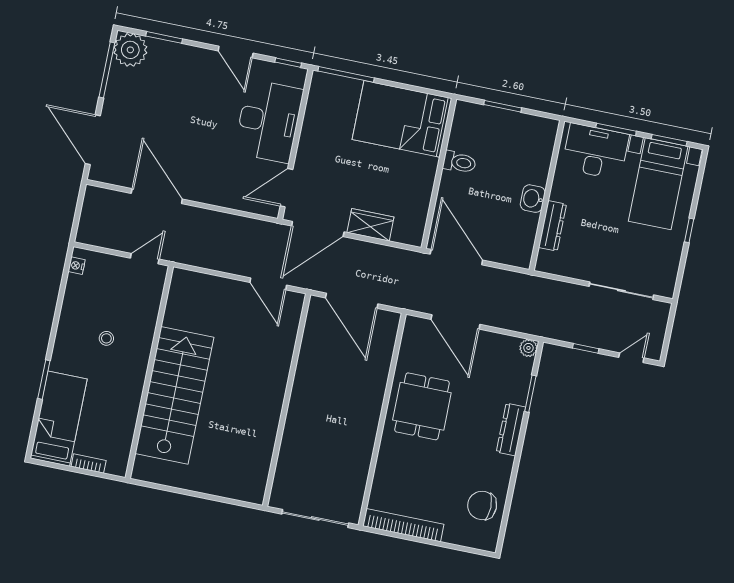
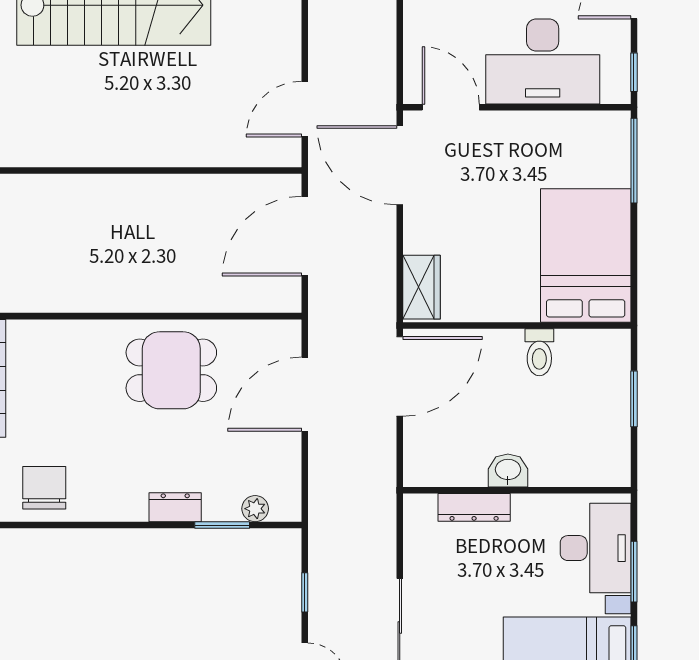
wardrobe: (370, 225) -> (421, 287), moved
plant: (528, 348) -> (255, 509), moved
dresser: (511, 430) -> (175, 507), width x0.70

